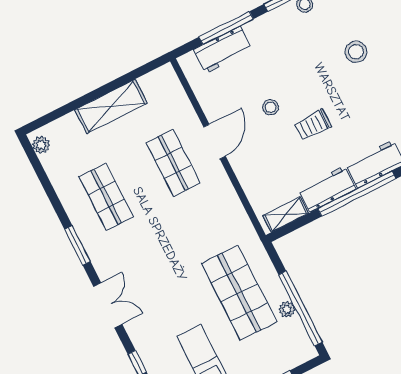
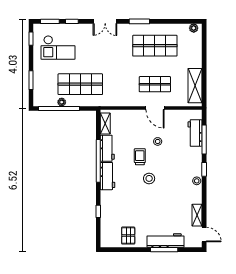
stool: (356, 52) -> (149, 178), moved
shelving: (111, 106) -> (195, 86), moved
shop shelf: (106, 197) -> (155, 46), width x1.43, depth x1.36

